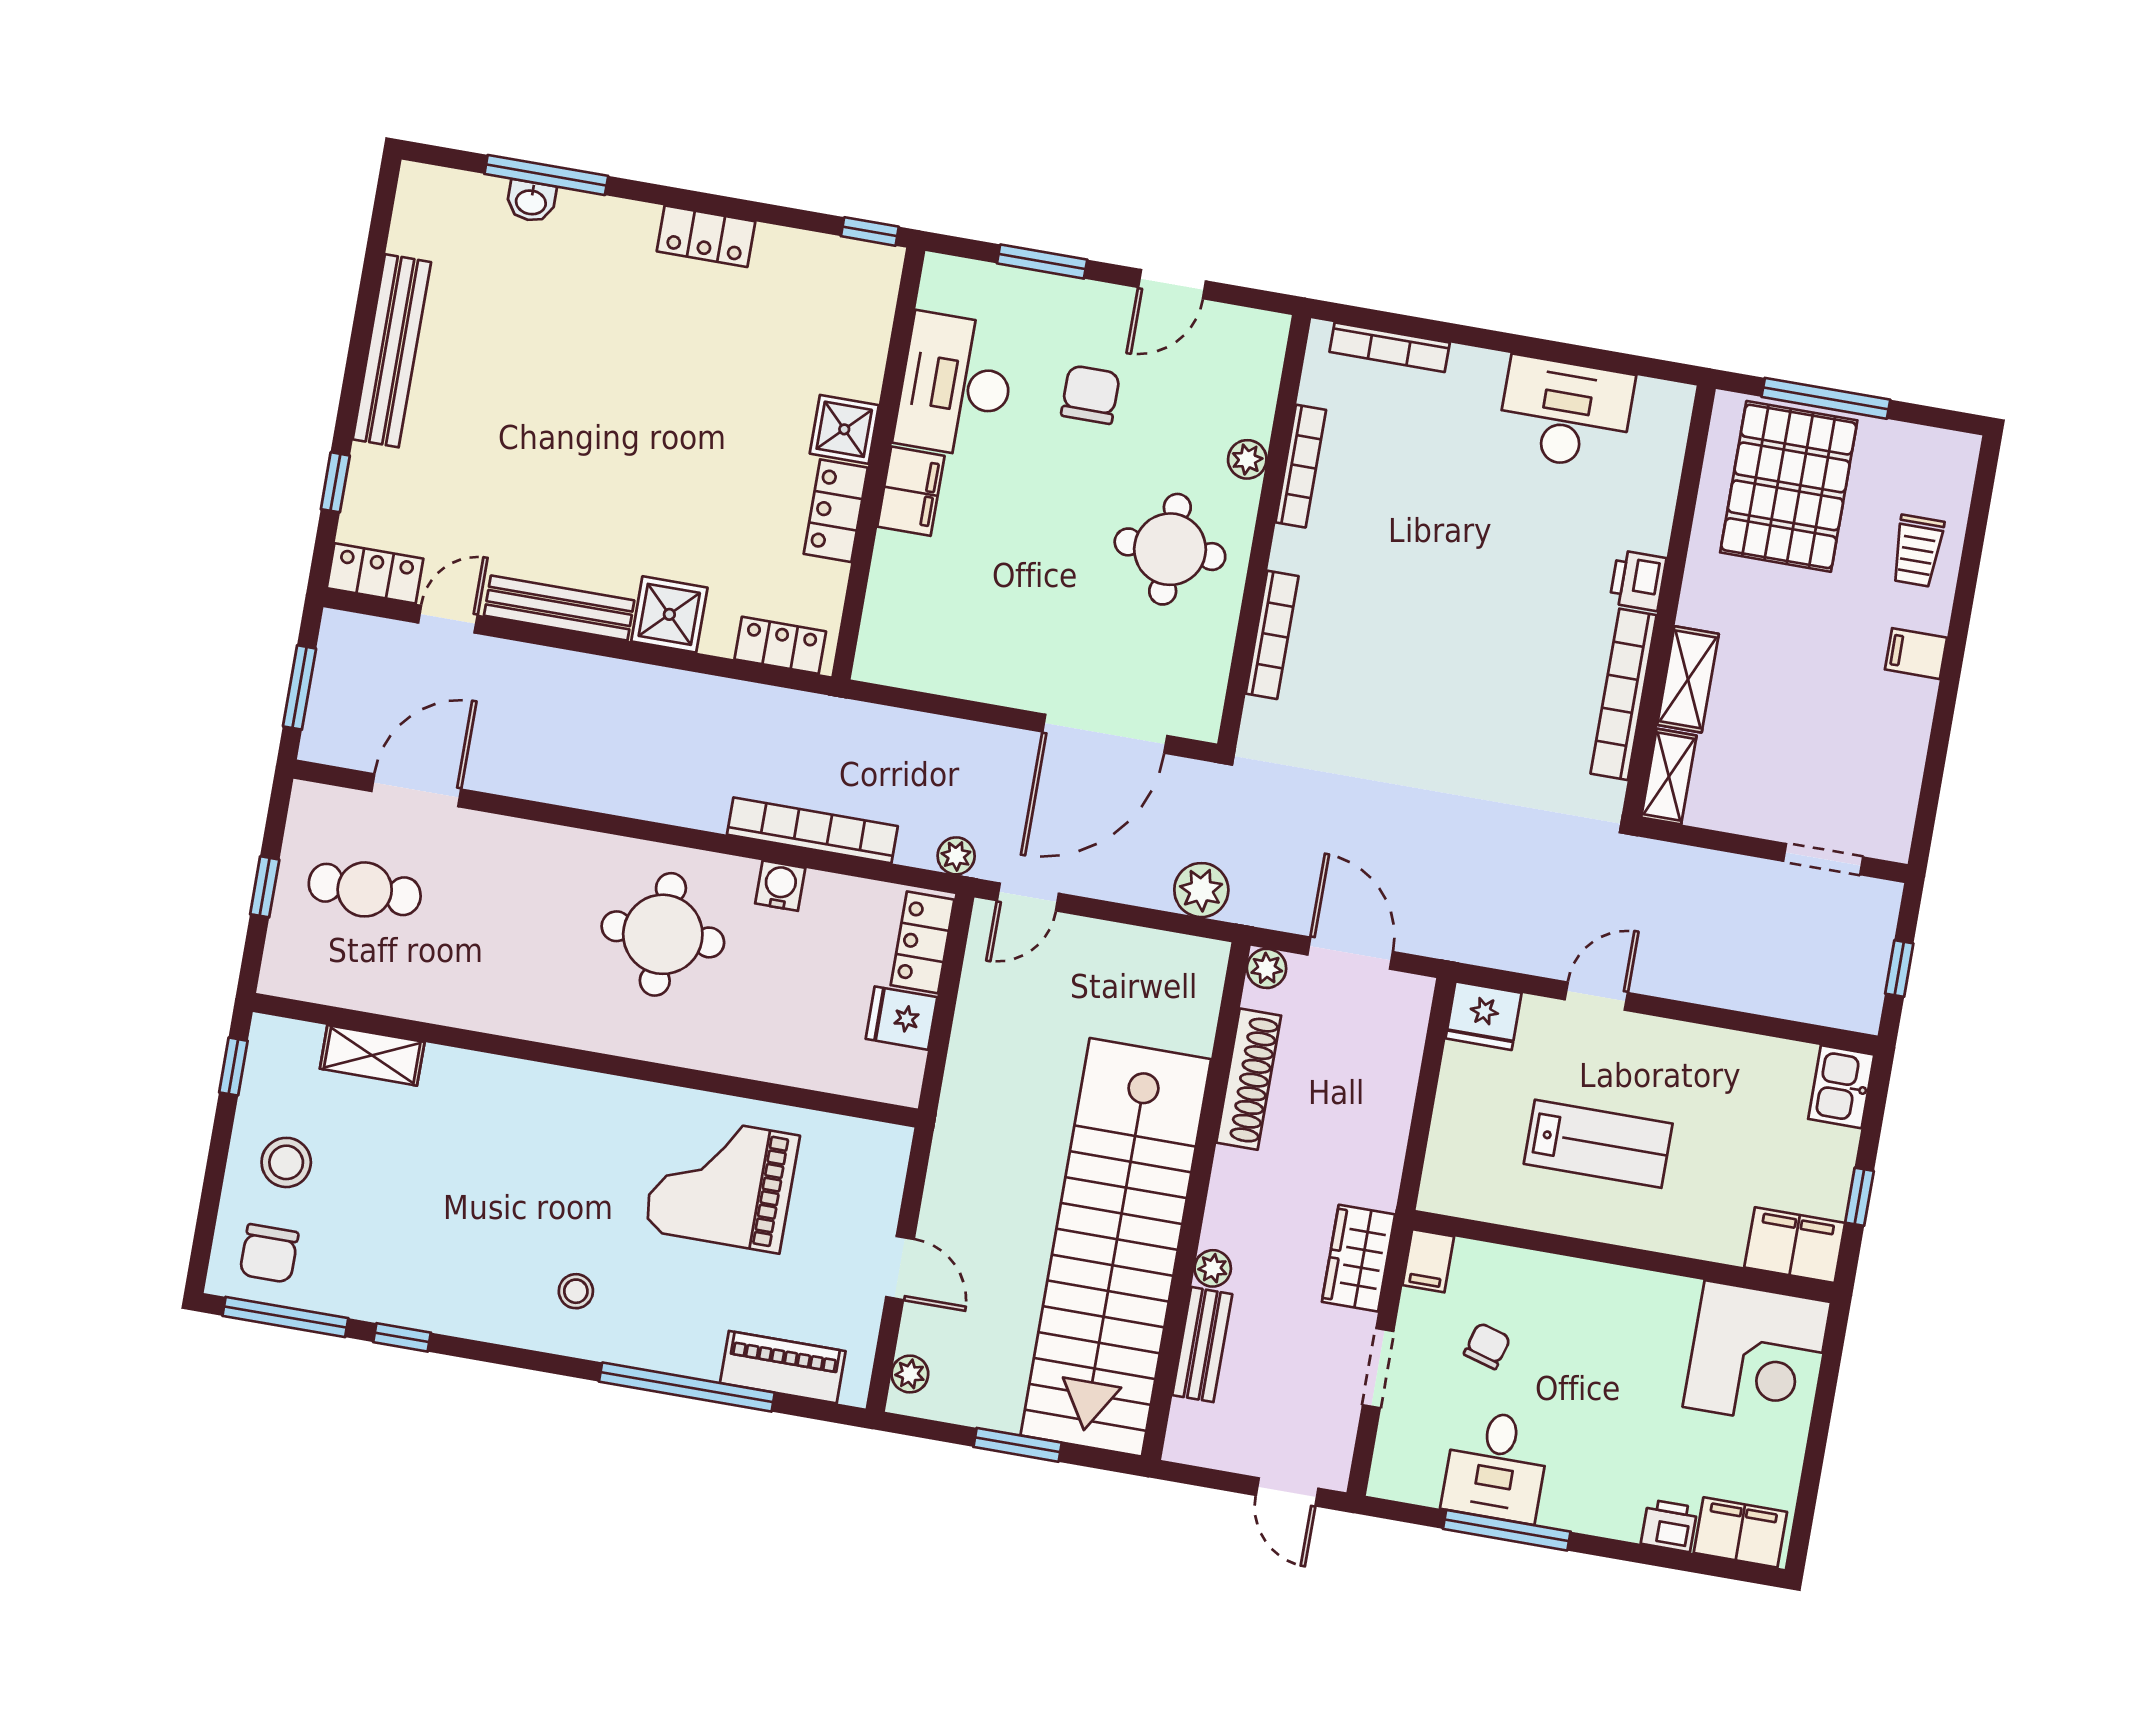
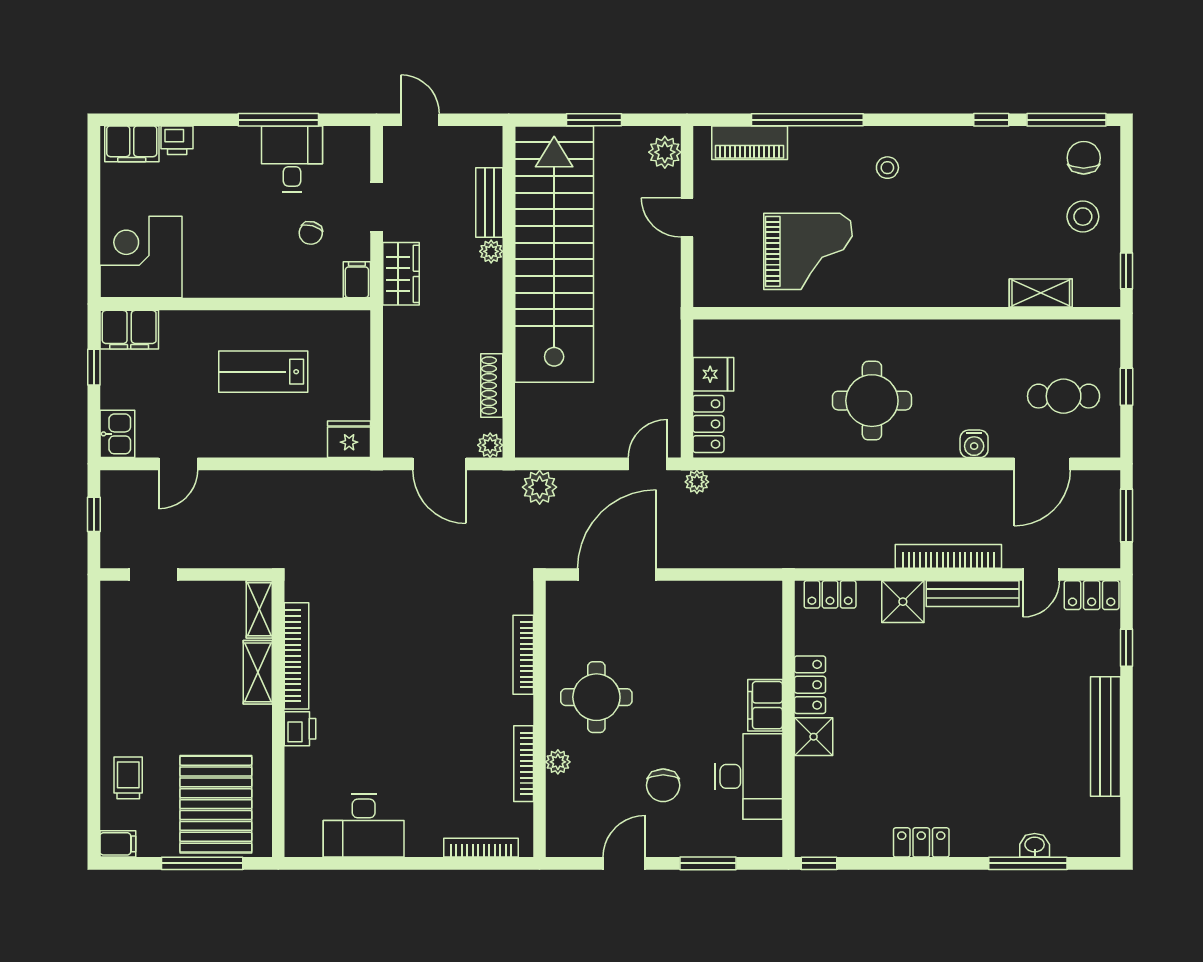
filing cabinet: (1916, 654) -> (118, 844), moved
bookcase: (812, 830) -> (948, 556), moved, turned 180
water cooler: (780, 886) -> (974, 444), moved
door: (1596, 996) -> (178, 464), moved
shoe rack: (1249, 1079) -> (492, 385), width x0.74, depth x0.81
plant: (910, 1374) -> (665, 152), width x1.38, depth x1.38

